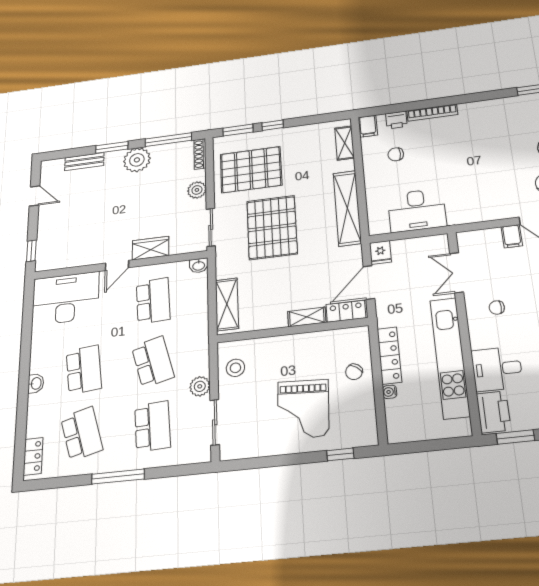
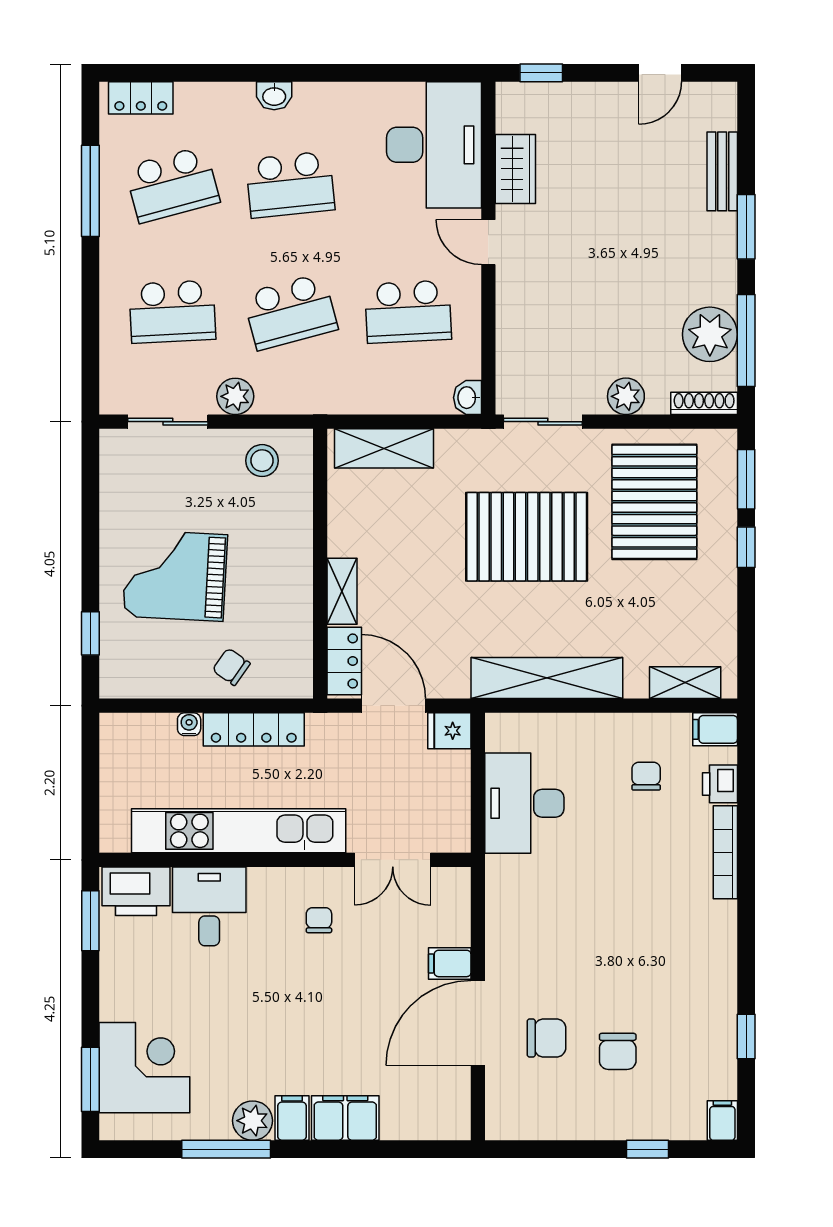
plant: (137, 160) -> (710, 334), moved
wardrobe: (151, 248) -> (515, 169), moved
double door: (457, 273) -> (393, 860), swing flipped
window: (118, 477) -> (90, 191), moved

